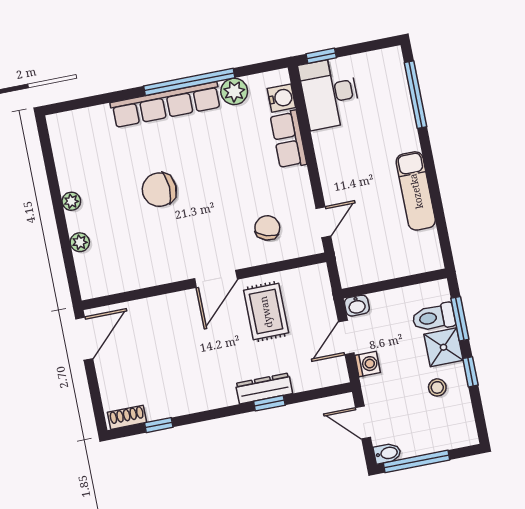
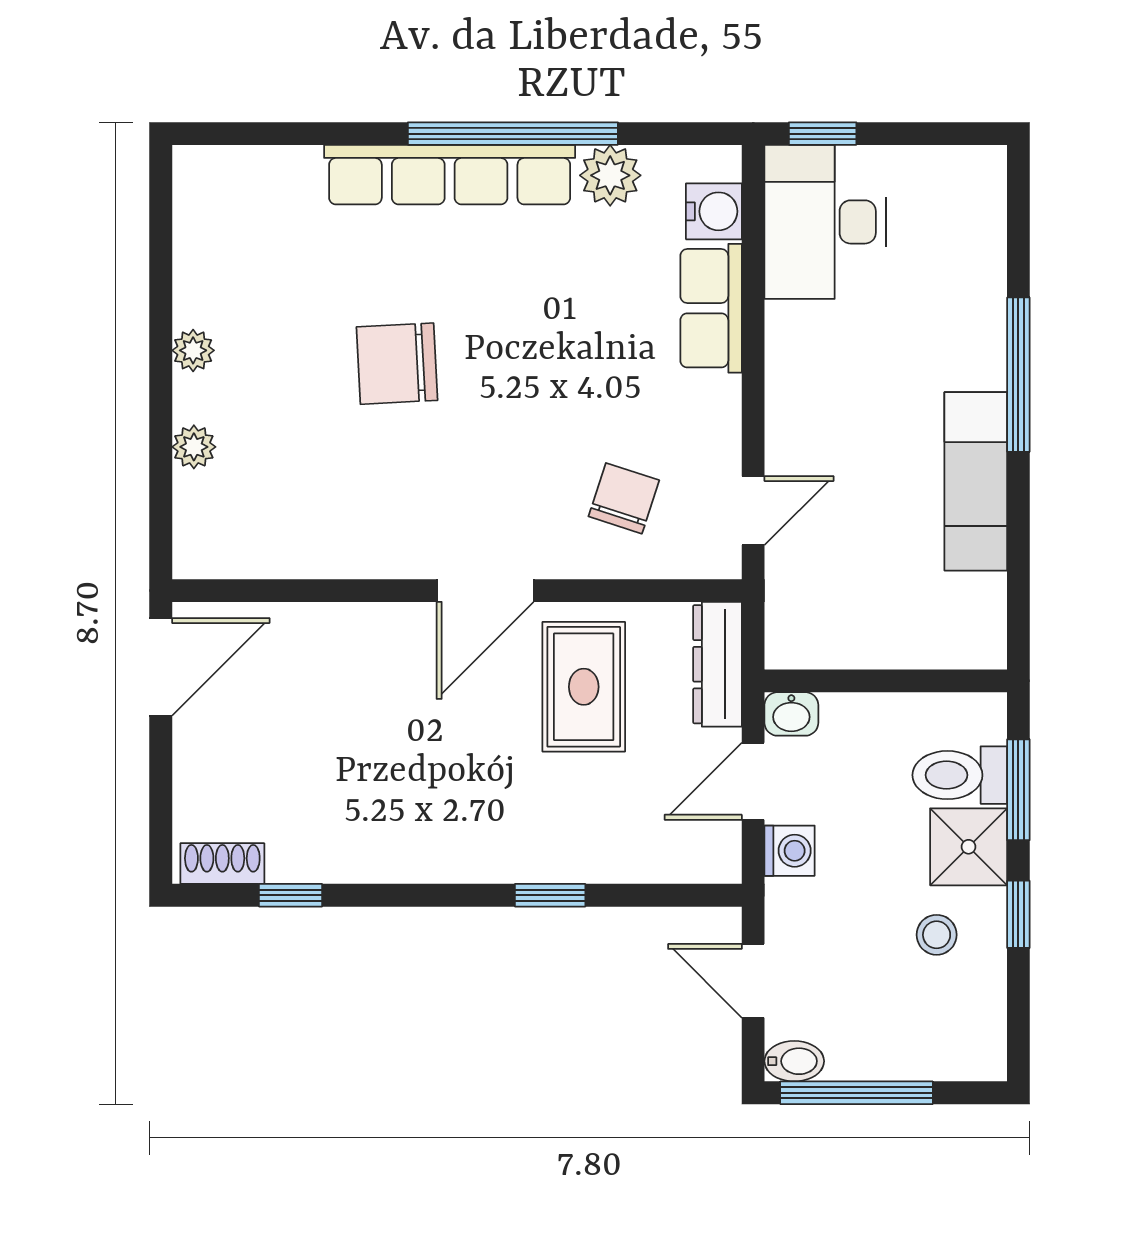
window: (416, 95) -> (1018, 375), moved
dresser: (264, 388) -> (717, 664), moved, turned -90

